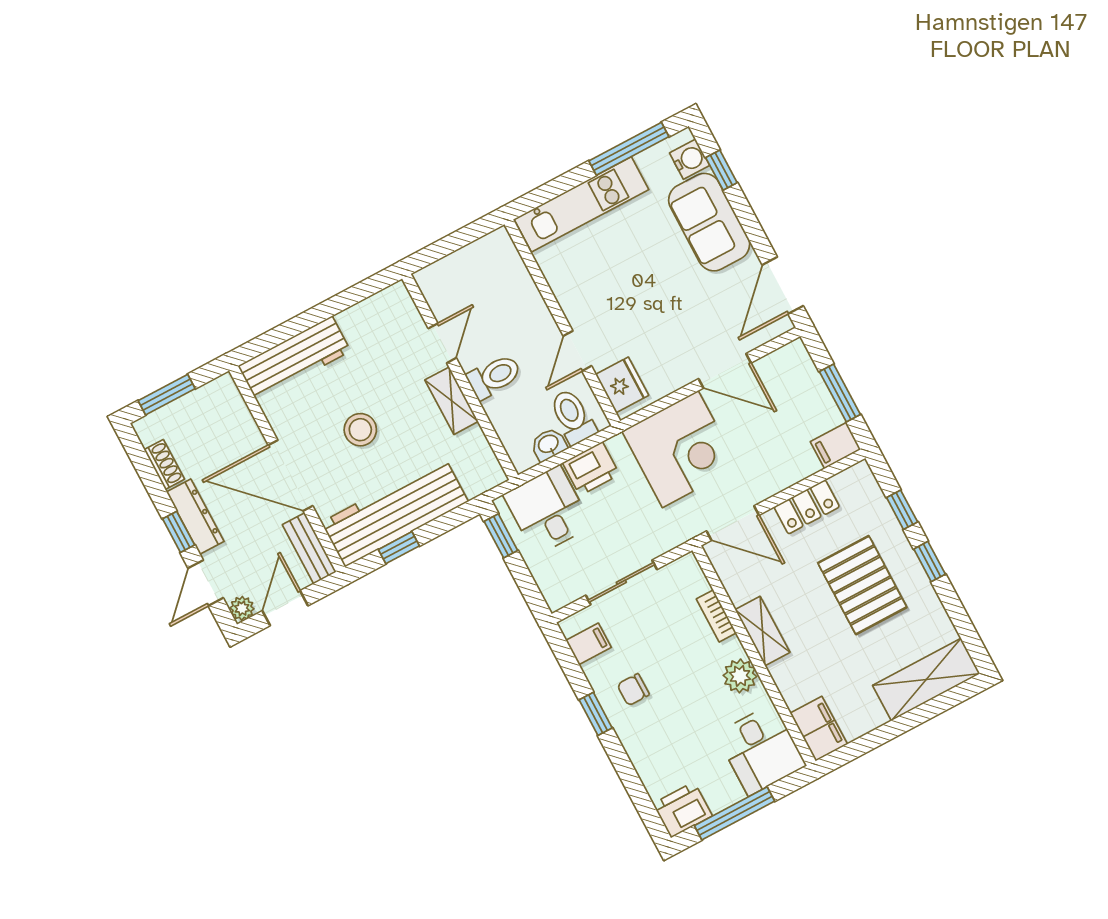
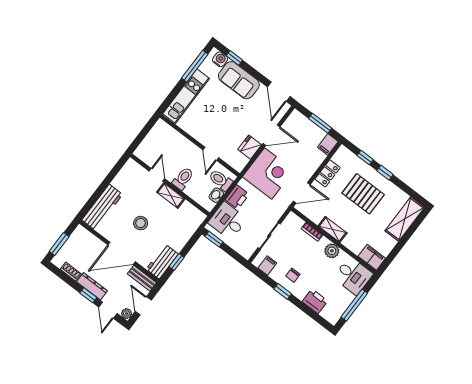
fridge: (622, 385) -> (250, 147), moved, turned -90
workbench: (395, 512) -> (162, 262), width x0.53, depth x0.76
printer: (682, 810) -> (315, 301), moved, turned 90

